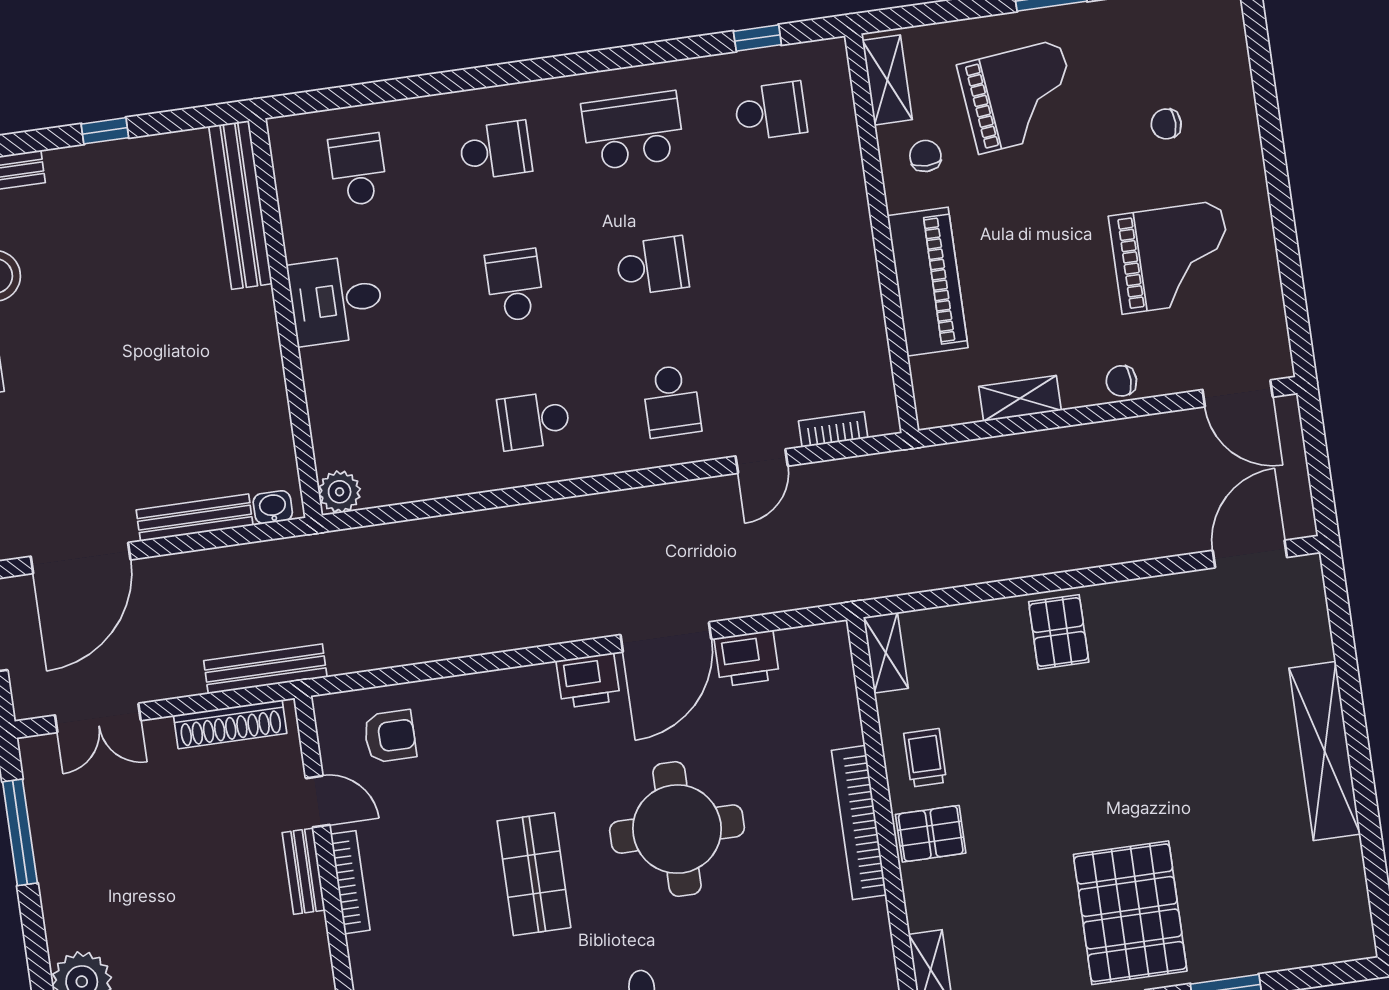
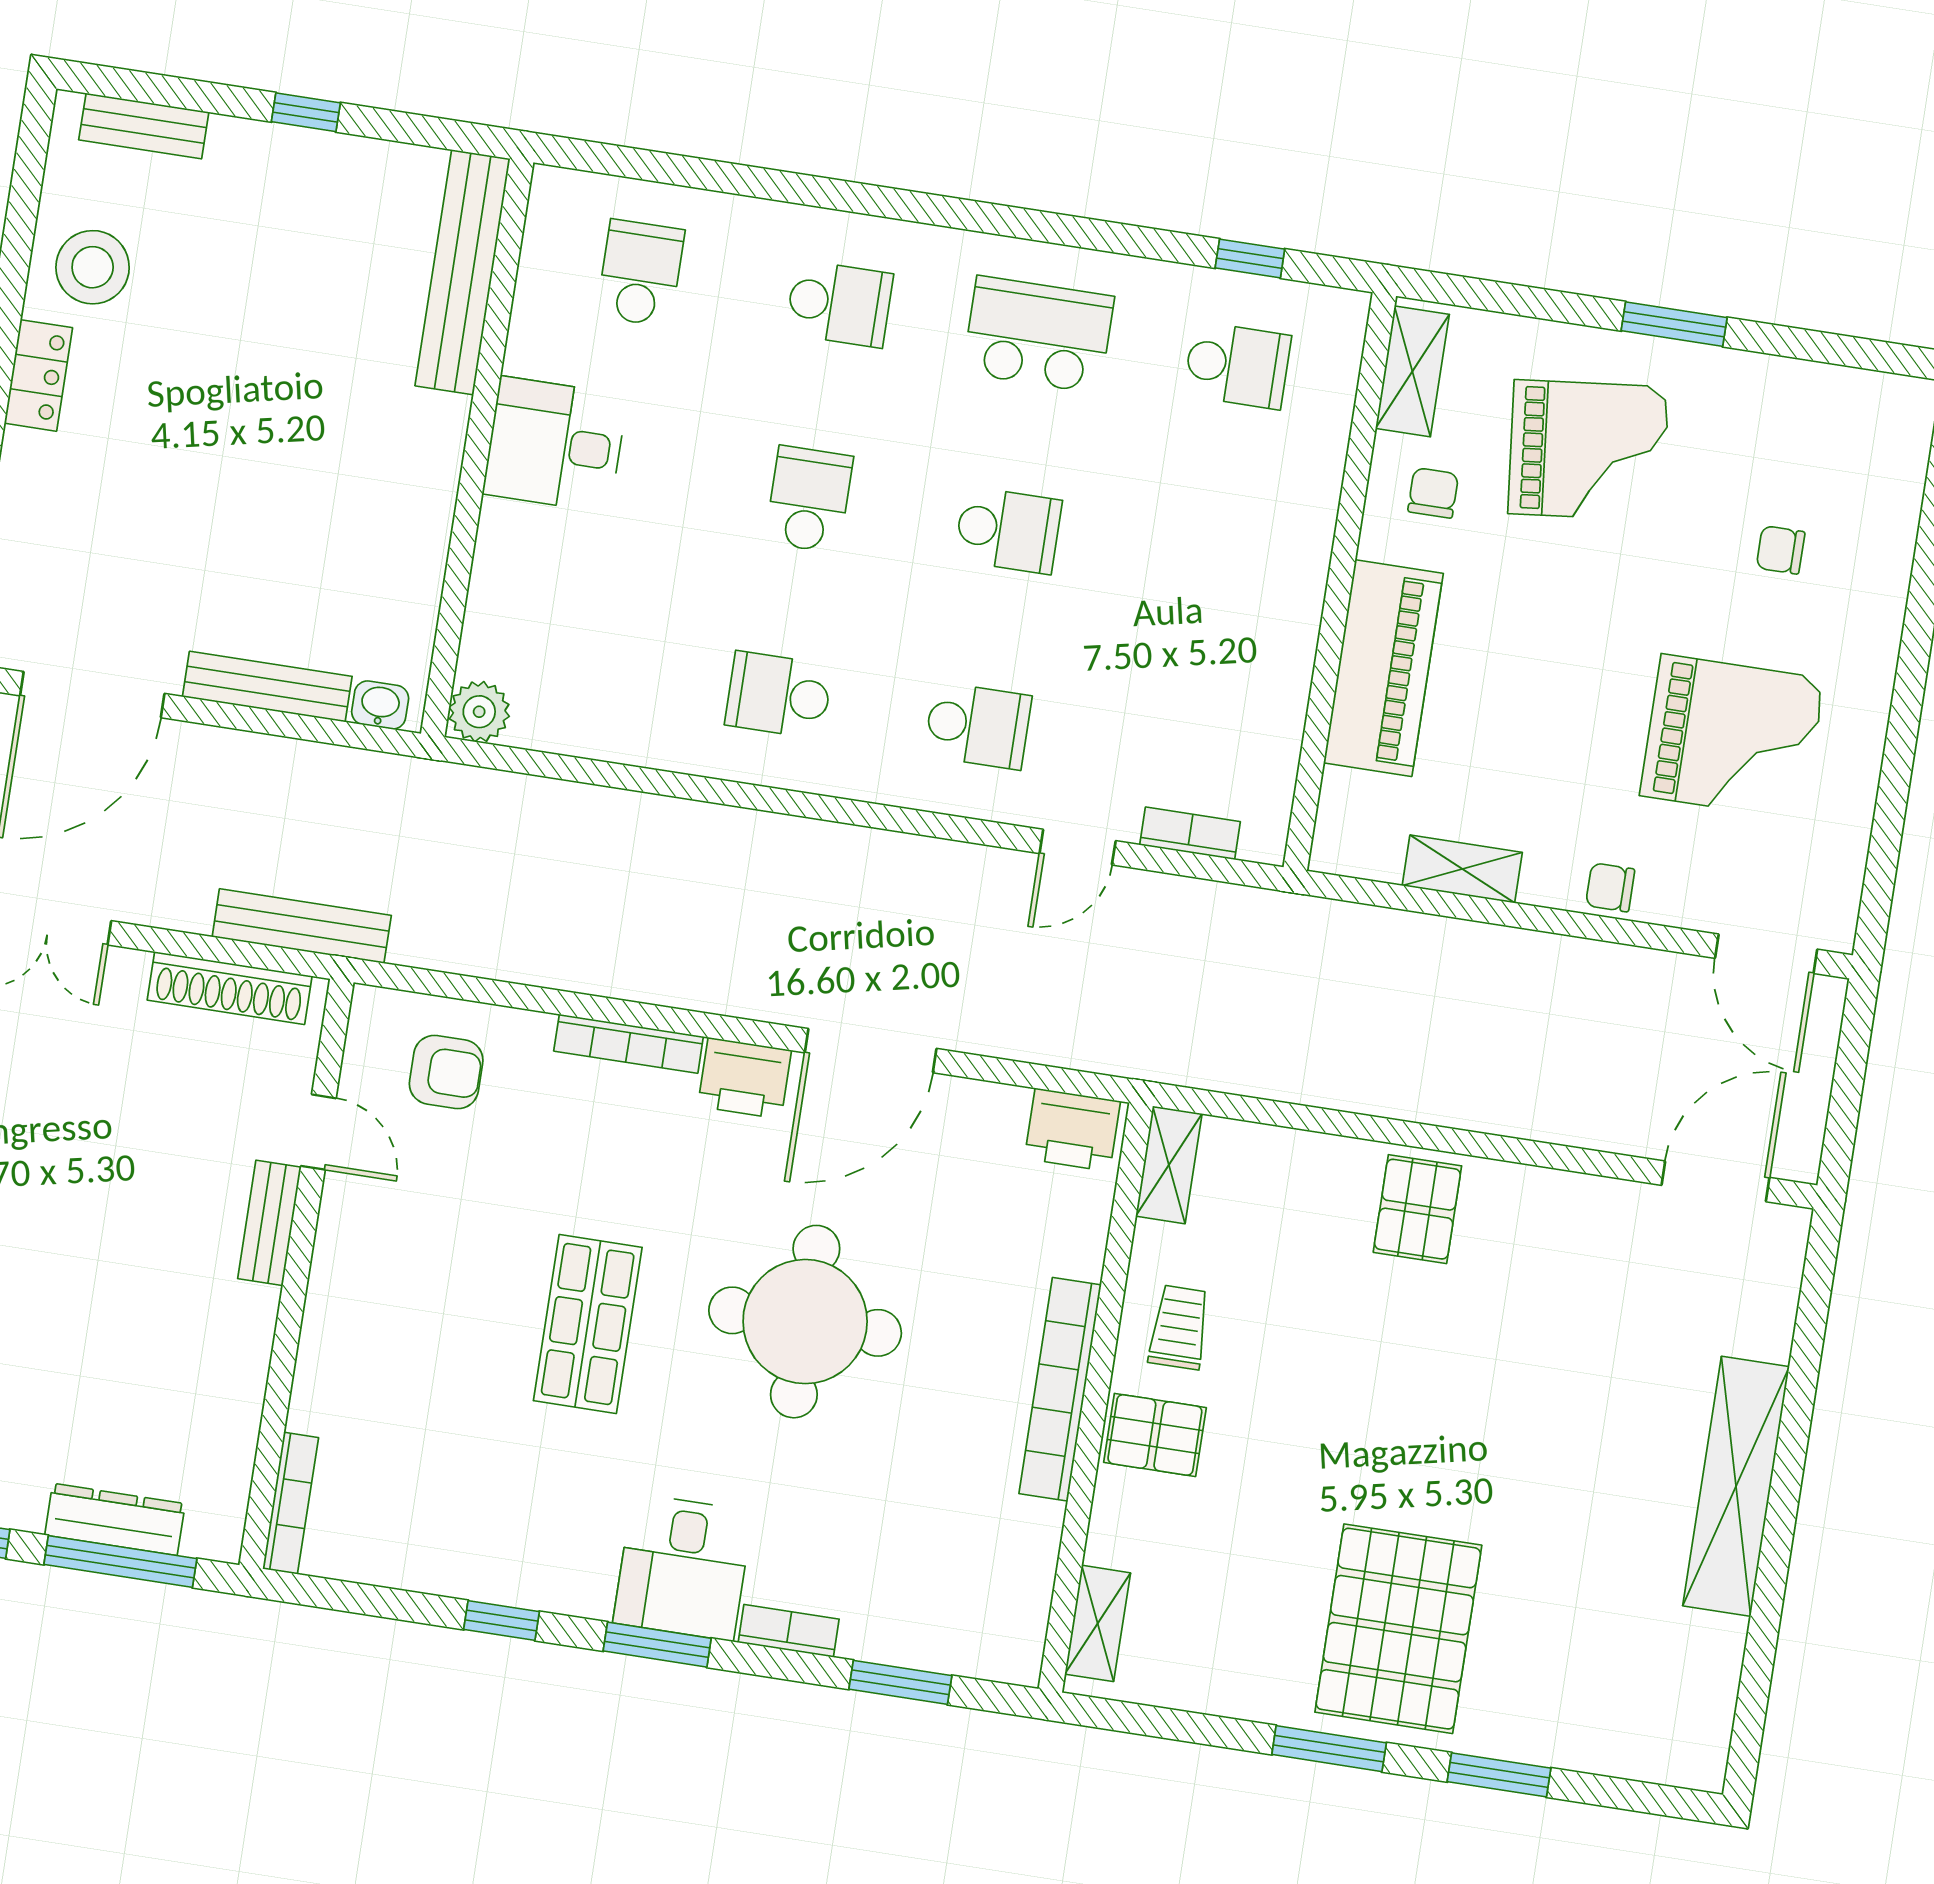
school desk: (671, 401) -> (978, 726), turned -90
printer: (747, 659) -> (1072, 1130), moved
bookcase: (350, 882) -> (629, 1044), moved, turned 90

